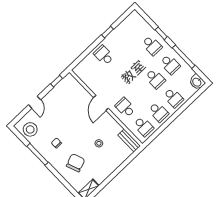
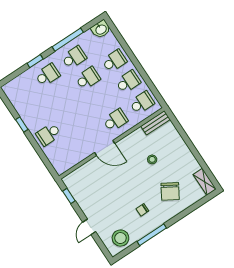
door: (35, 102) -> (89, 227), swing flipped
school desk: (125, 108) -> (115, 120), turned 180
chair: (76, 163) -> (170, 191), turned -128

